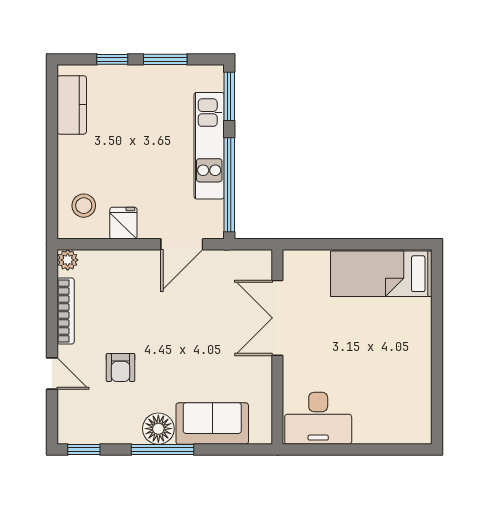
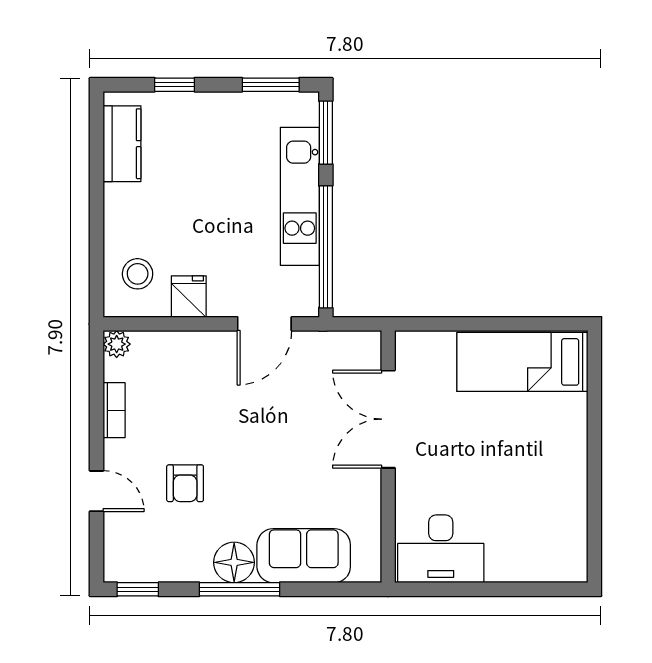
window: (165, 59) -> (271, 85), moved
bookcase: (66, 311) -> (114, 410), width x0.64

